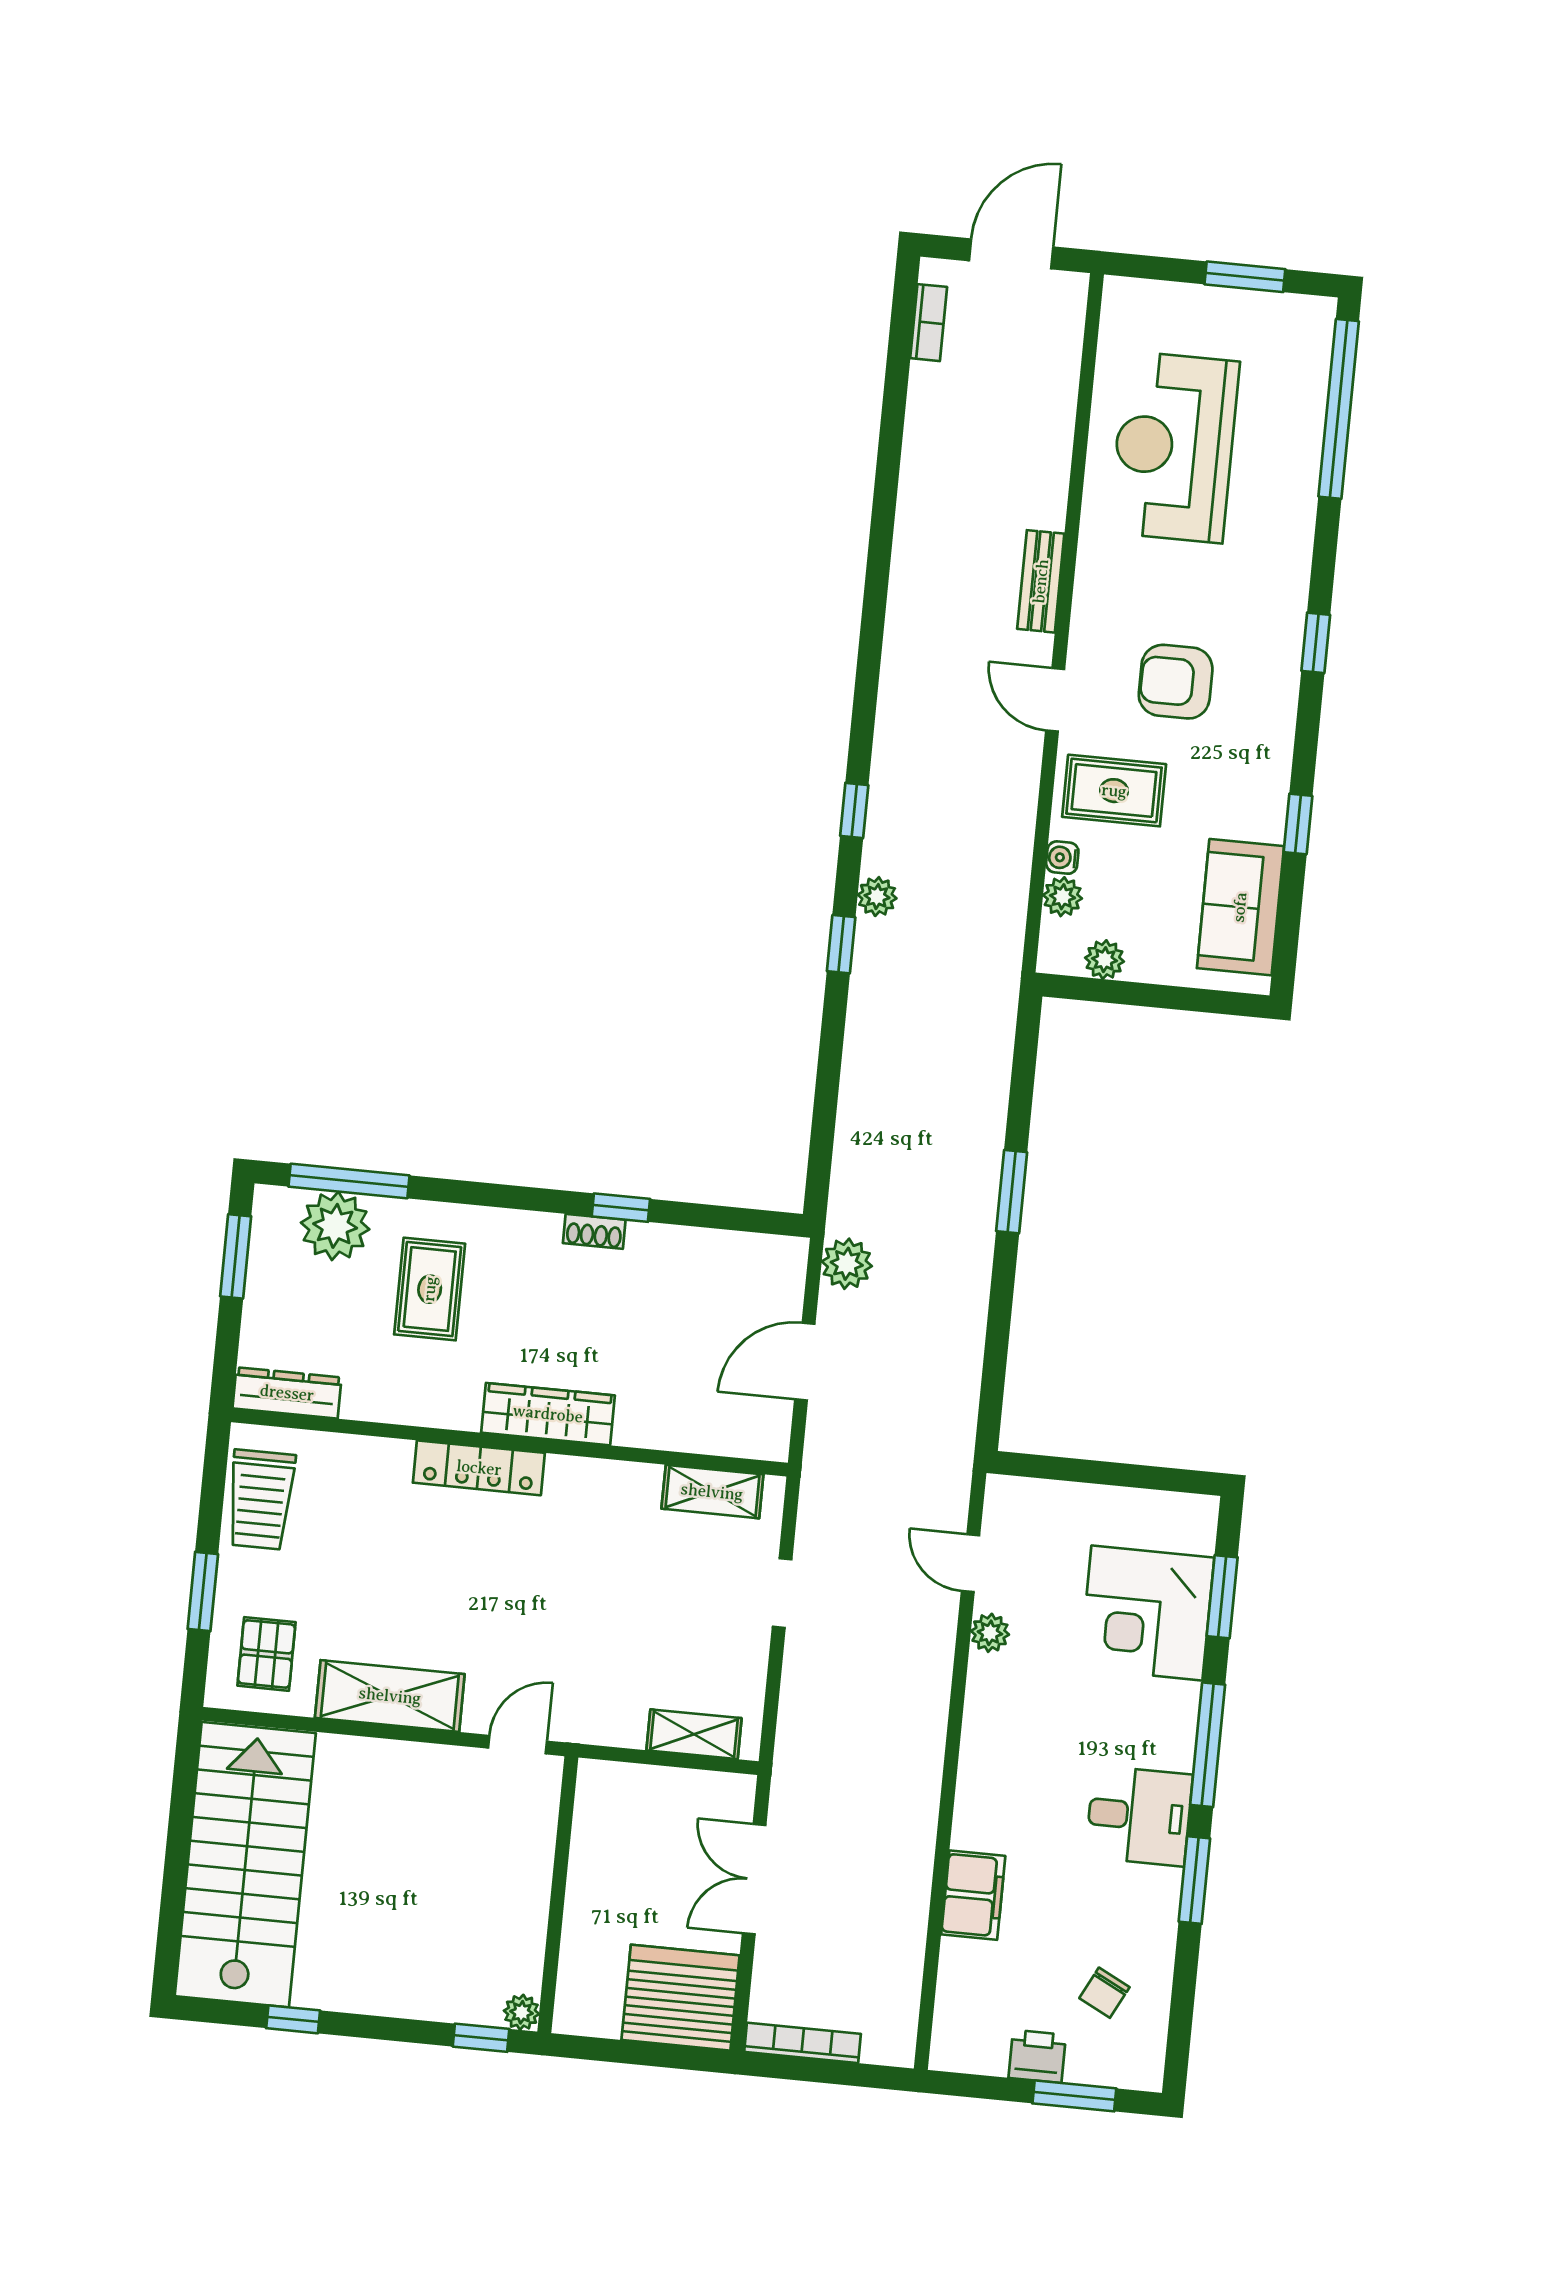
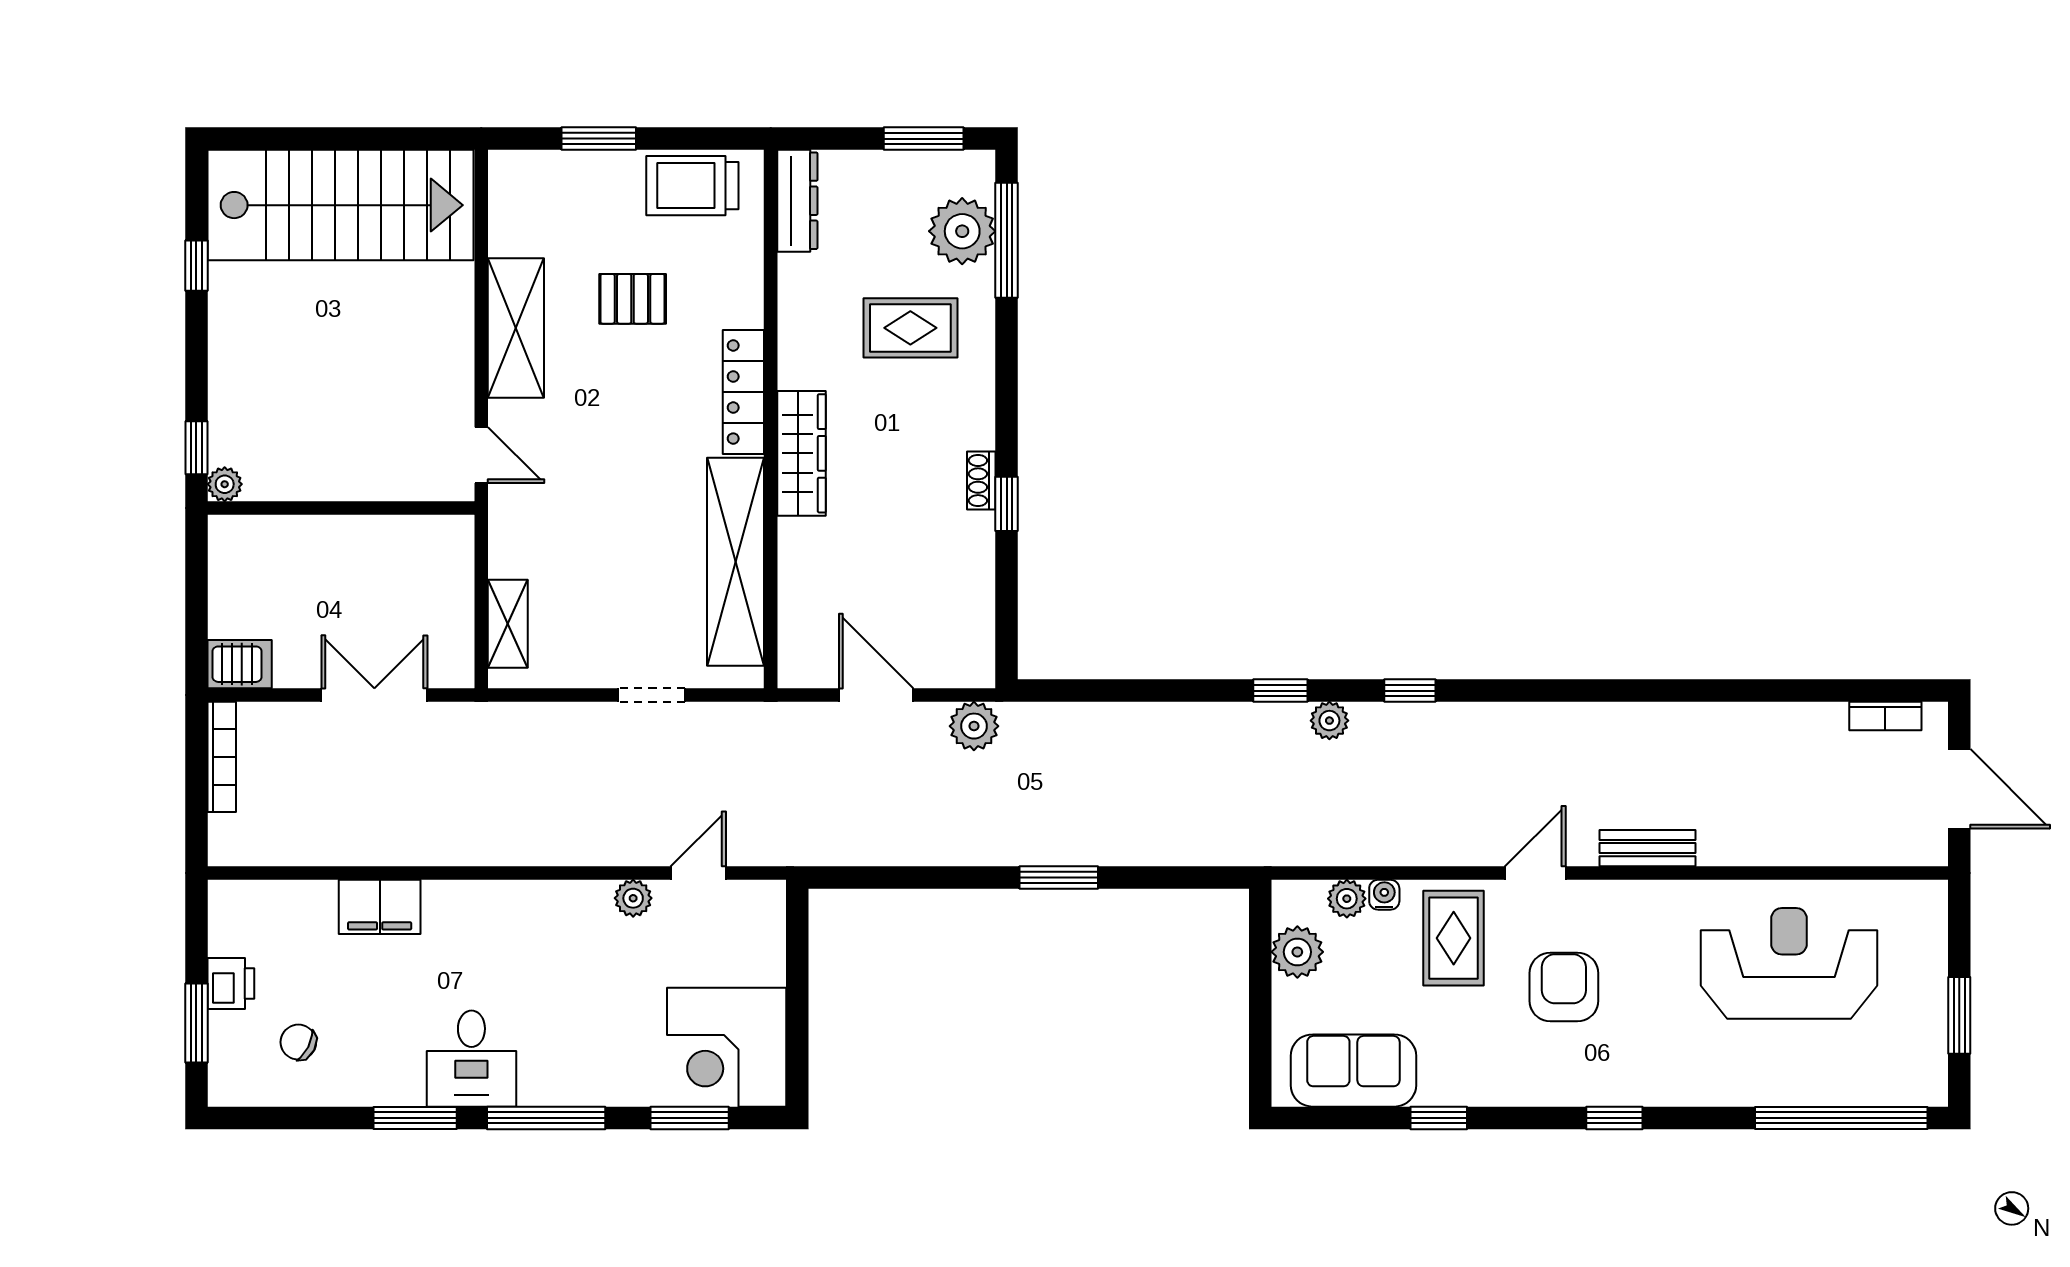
plant: (1105, 960) -> (1297, 952), width x1.38, depth x1.38
shelving: (712, 1492) -> (736, 562), width x2.20, depth x1.33
corner desk: (1147, 1613) -> (727, 1047), moved, turned -90
pallet: (267, 1654) -> (633, 299), moved
server rack: (681, 1998) -> (240, 664), width x0.46, depth x0.70

